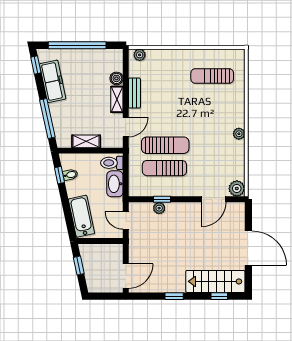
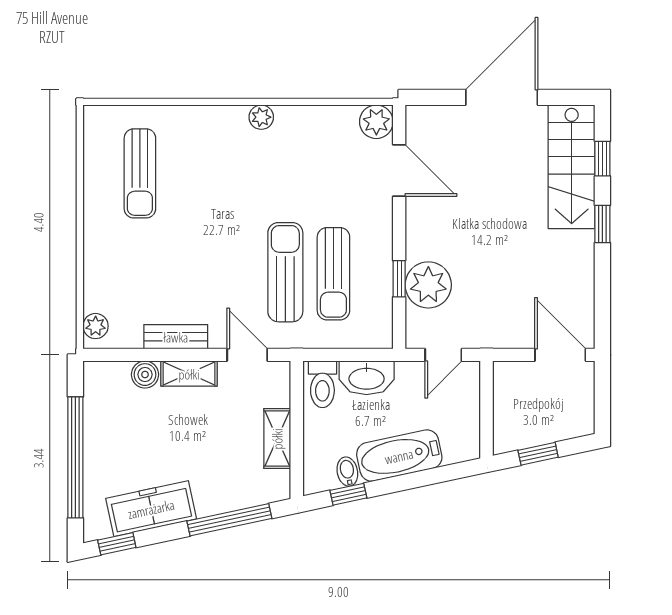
plant: (159, 208) -> (428, 285), width x1.87, depth x1.87
bathtub: (81, 216) -> (399, 456), moved
window: (174, 296) -> (602, 224), moved

